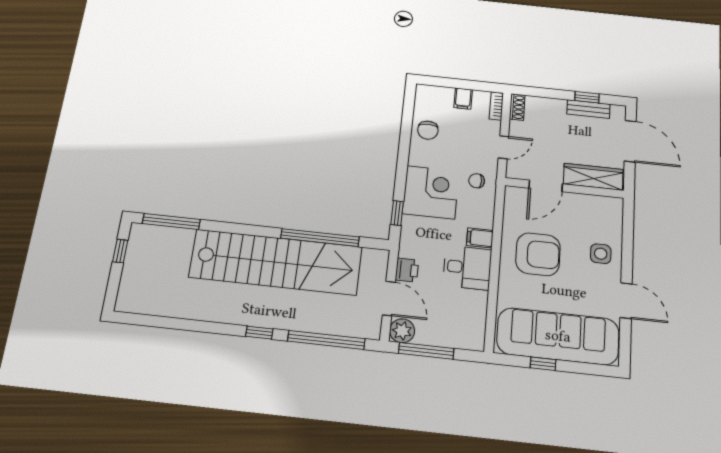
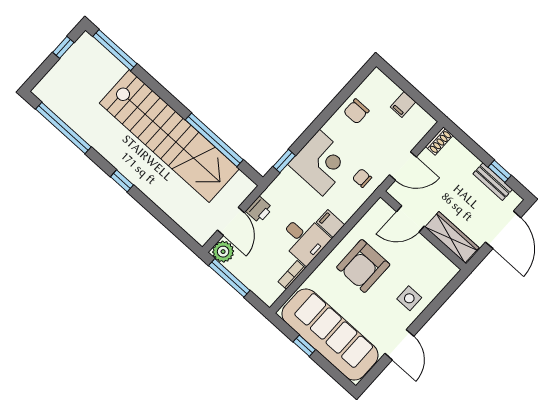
bookcase: (496, 106) -> (292, 275), moved
door: (503, 147) -> (403, 166), width x1.38
armchair: (538, 254) -> (363, 266), turned 90
window: (326, 340) -> (63, 128), moved

